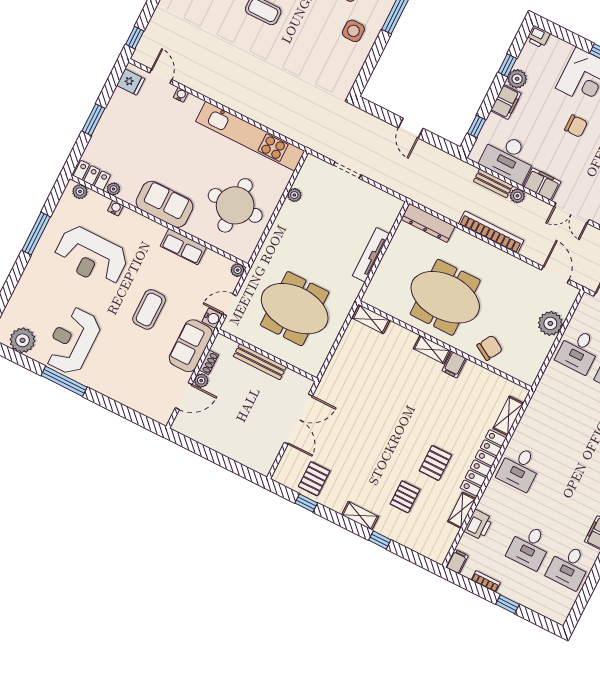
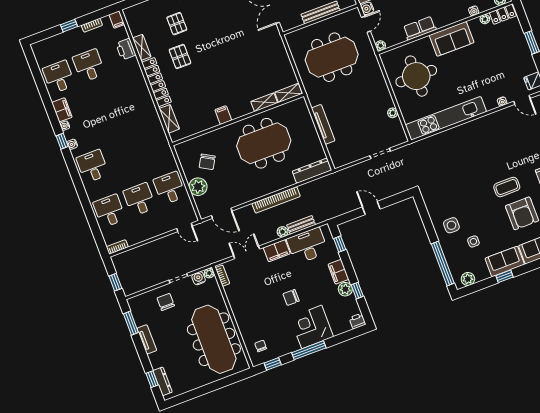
chair: (490, 348) -> (207, 162), moved
shelving: (432, 349) -> (264, 102), moved
desk: (519, 468) -> (136, 99), removed

